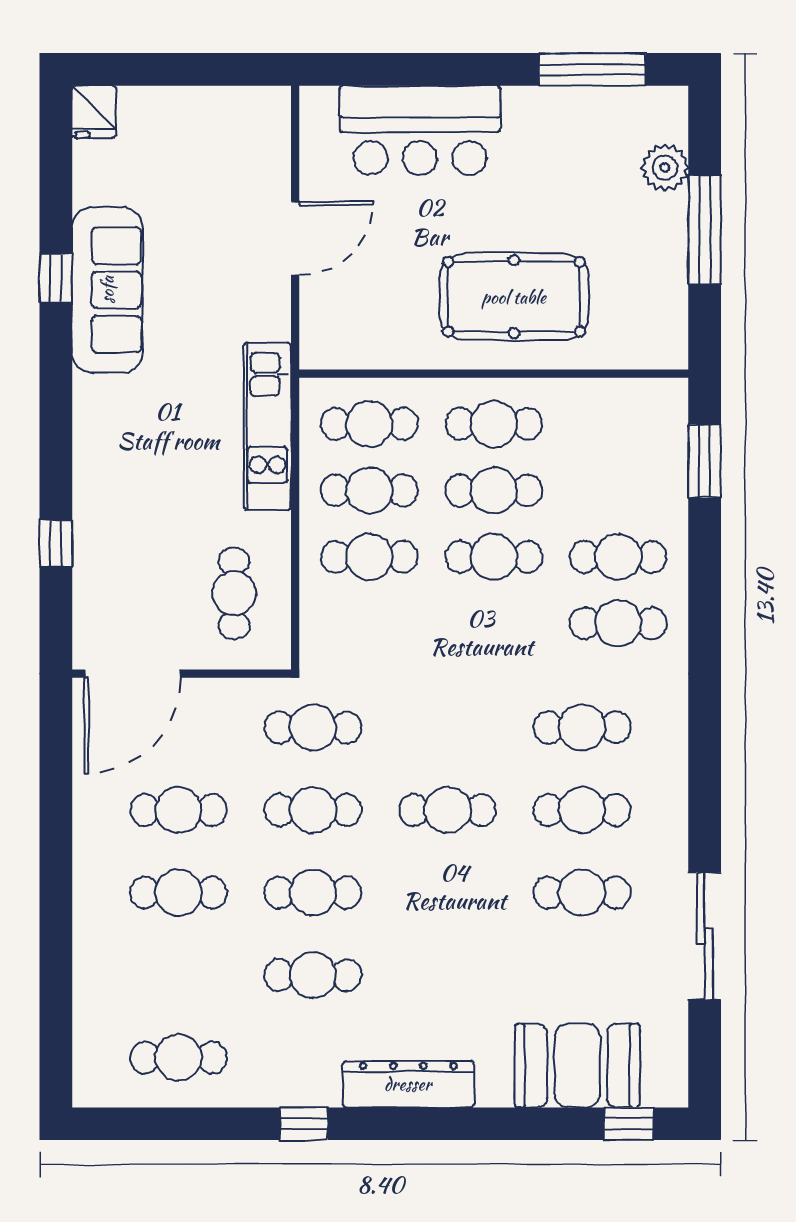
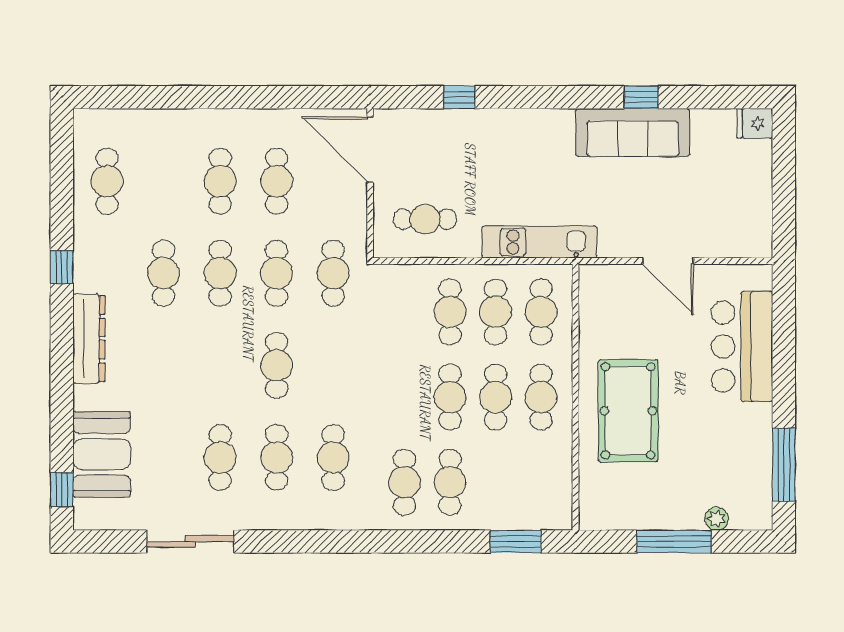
plant: (665, 168) -> (717, 519), width x0.73, depth x0.73

